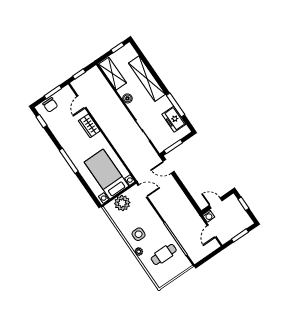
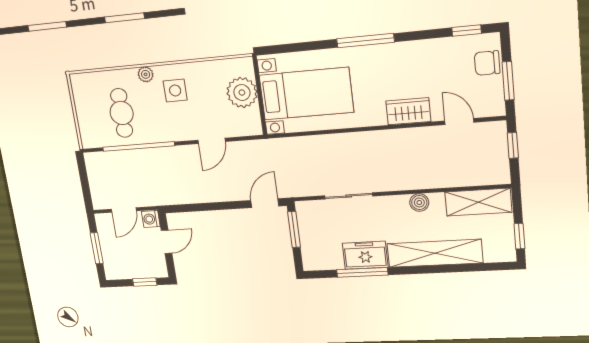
freezer: (174, 119) -> (365, 255), moved
door: (143, 191) -> (212, 141), moved
door: (212, 231) -> (124, 210), swing flipped

